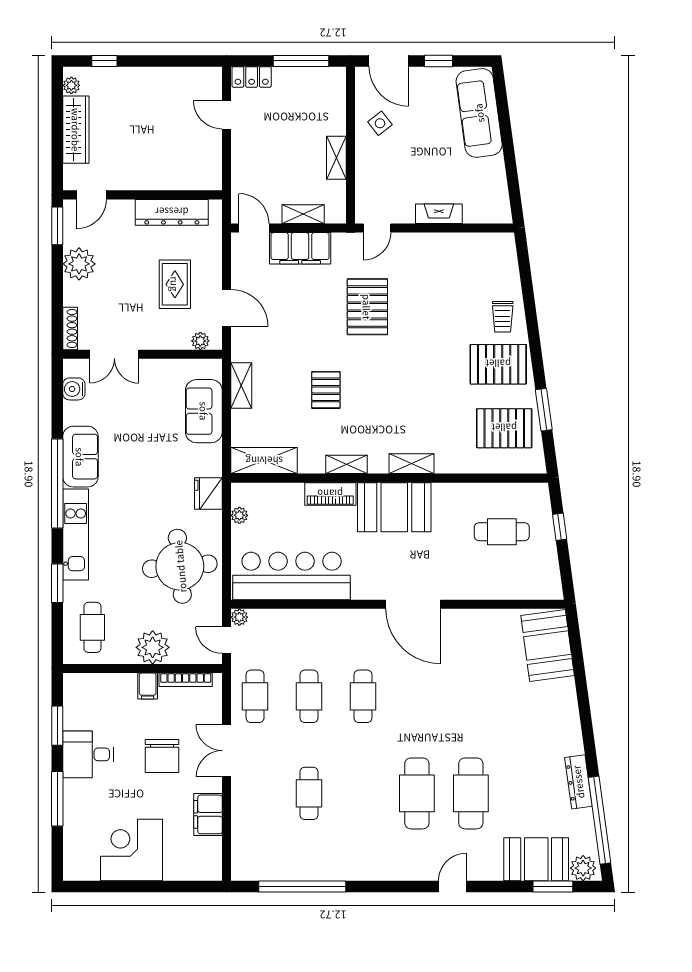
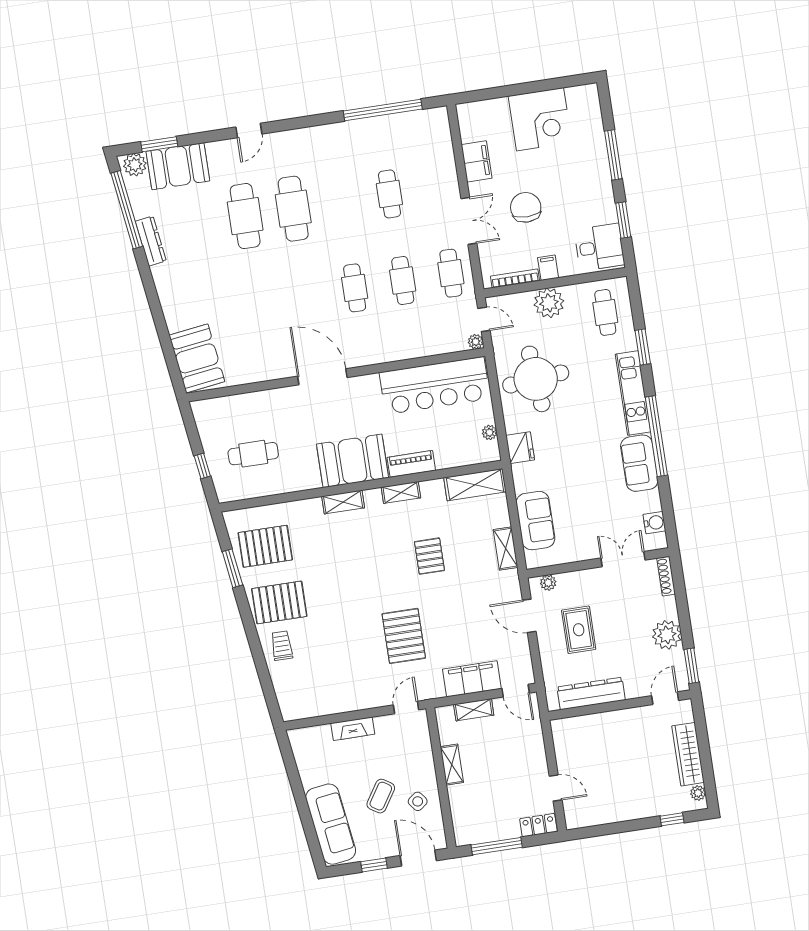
coffee table: (419, 135) -> (381, 796), added
desk: (88, 754) -> (599, 247), moved

